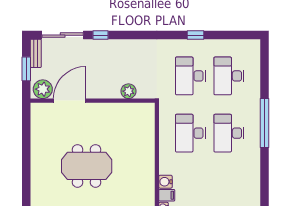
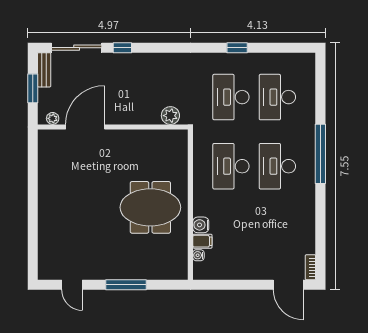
plant: (43, 89) -> (53, 118), width x0.53, depth x0.53
plant: (128, 91) -> (170, 116), moved
meeting table: (87, 166) -> (150, 207), moved

